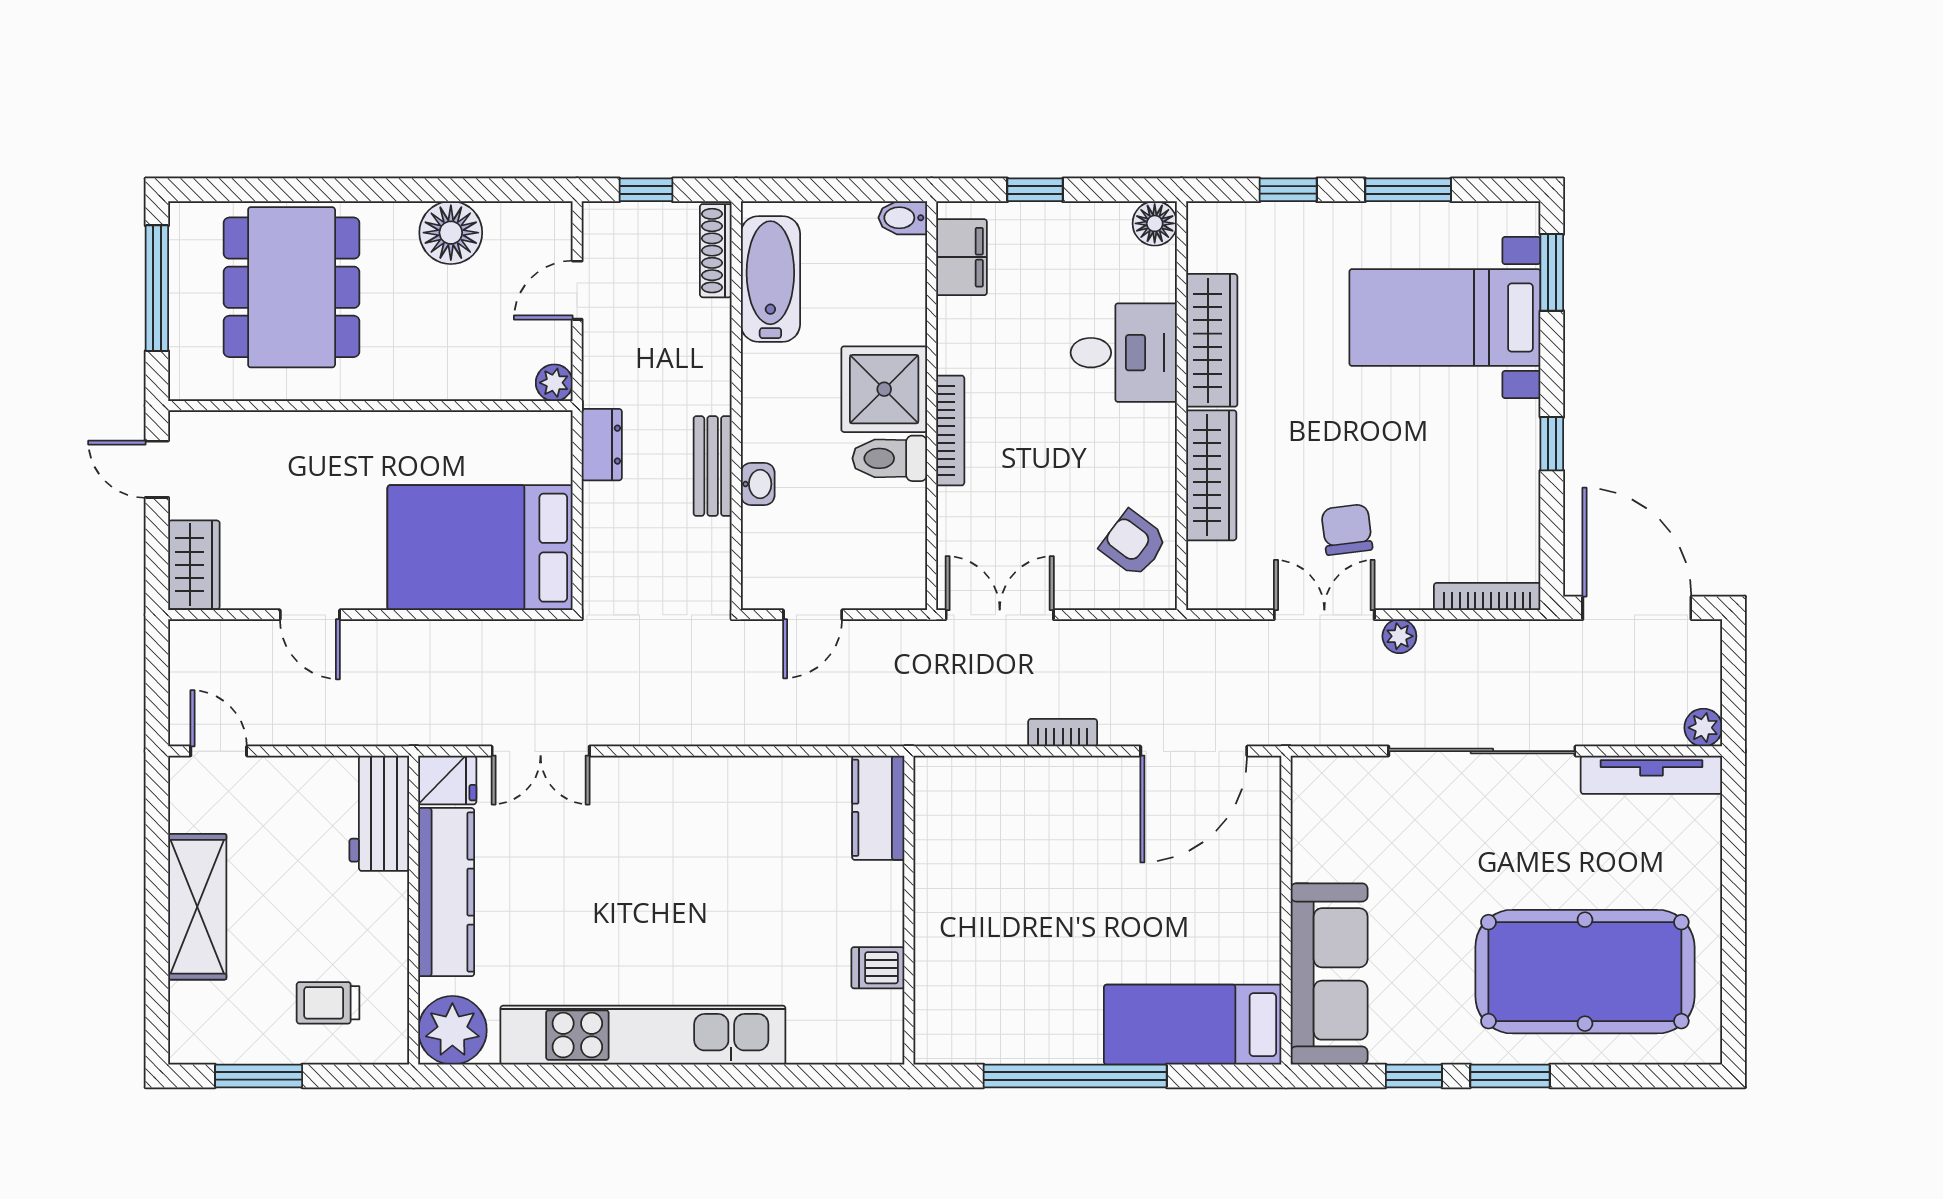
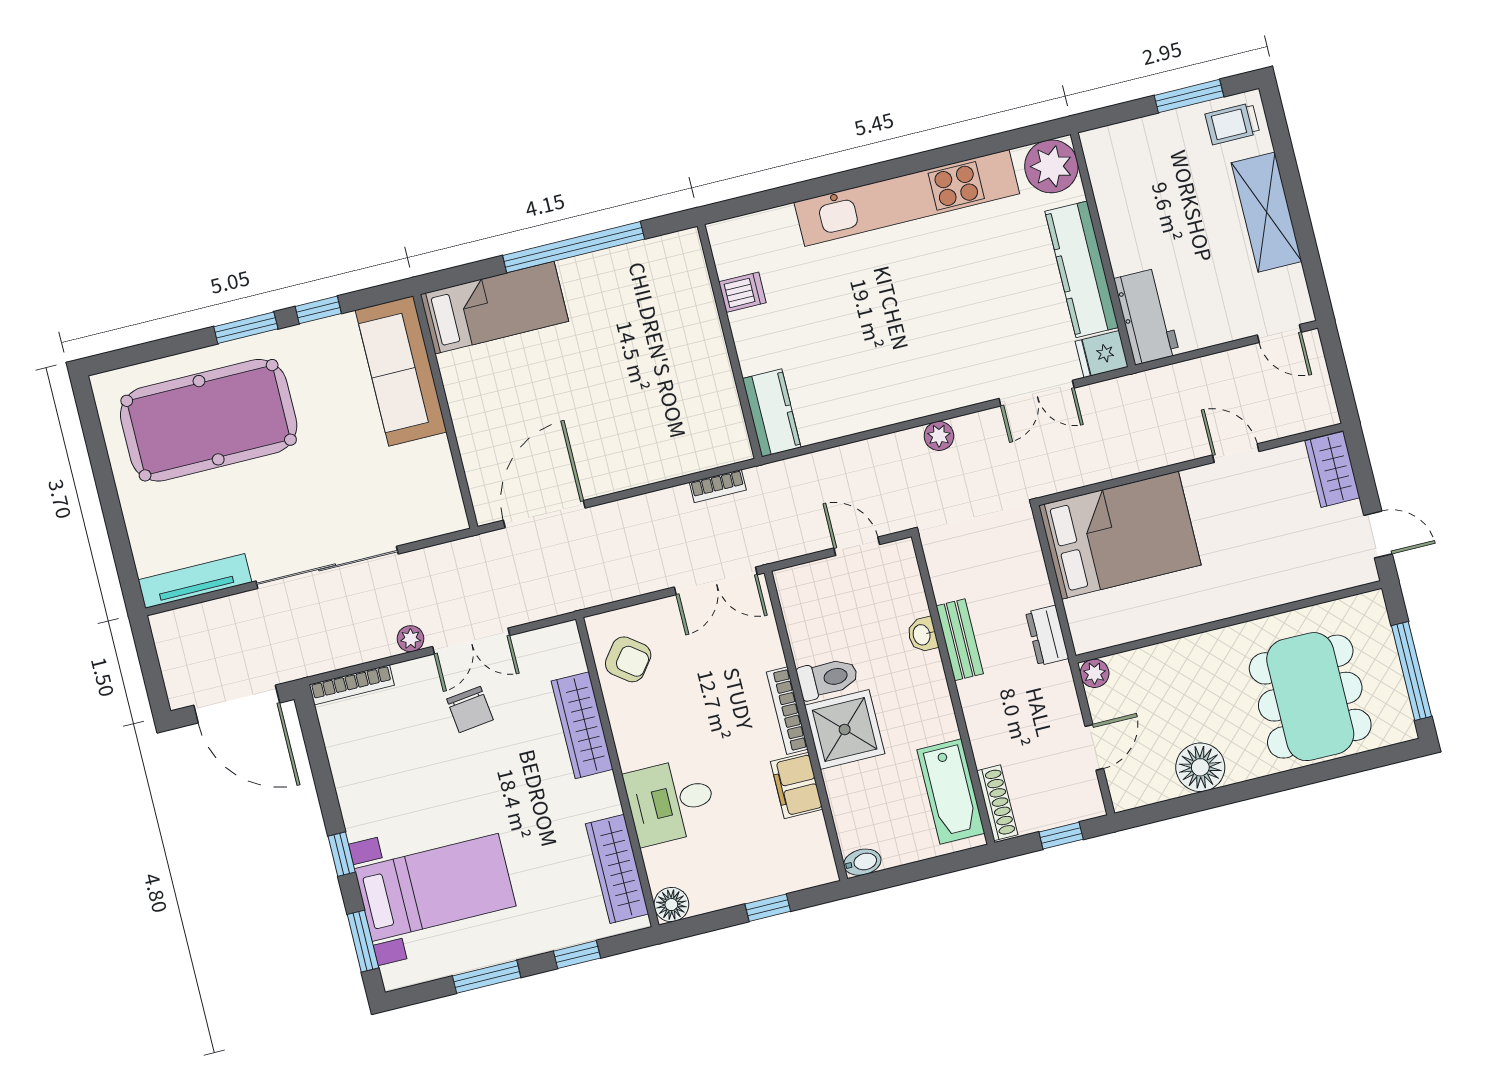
filing cabinet: (962, 257) -> (797, 785), moved
wardrobe: (1212, 340) -> (617, 869), moved
window: (1552, 444) -> (342, 854), moved
door: (813, 615) -> (857, 546), hinge flipped
plant: (1703, 728) -> (939, 436), moved
bookcase: (1063, 733) -> (718, 486), moved
double door: (541, 751) -> (1037, 393), swing flipped
trolley: (328, 1003) -> (1232, 124), moved, turned 180

